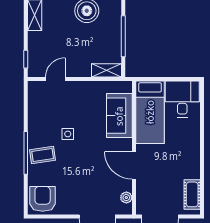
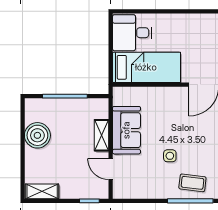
shelving: (107, 70) -> (102, 135), moved
sofa: (119, 116) -> (126, 130), moved, turned -90
coffee table: (43, 155) -> (192, 183), turned -75

